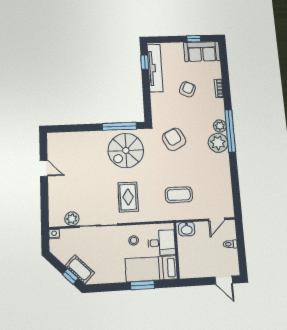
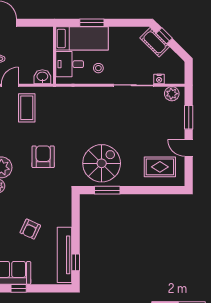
window: (119, 126) -> (107, 190), width x0.69
armchair: (174, 139) -> (43, 157), moved, turned -153
coffee table: (179, 195) -> (27, 108), moved, turned 90
window: (44, 197) -> (189, 117), added
rug: (128, 197) -> (160, 167), moved, turned 90
plant: (72, 219) -> (172, 94), moved
nightstand: (54, 234) -> (159, 79), moved

